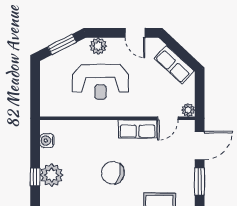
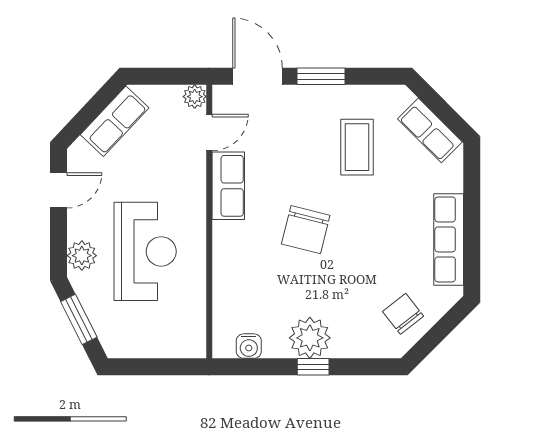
door: (168, 118) -> (209, 133), hinge flipped

